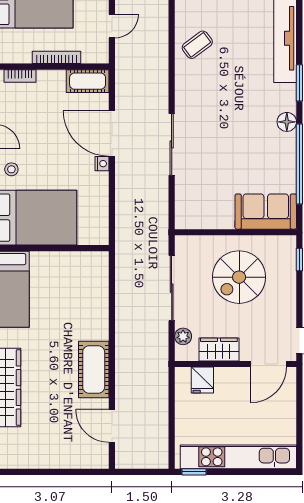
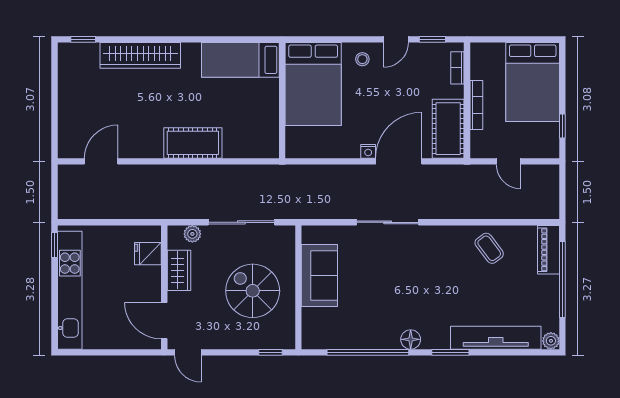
cot: (88, 81) -> (448, 129), width x1.37, depth x1.34
sofa: (266, 212) -> (319, 275), moved
cot: (94, 370) -> (193, 143), moved

